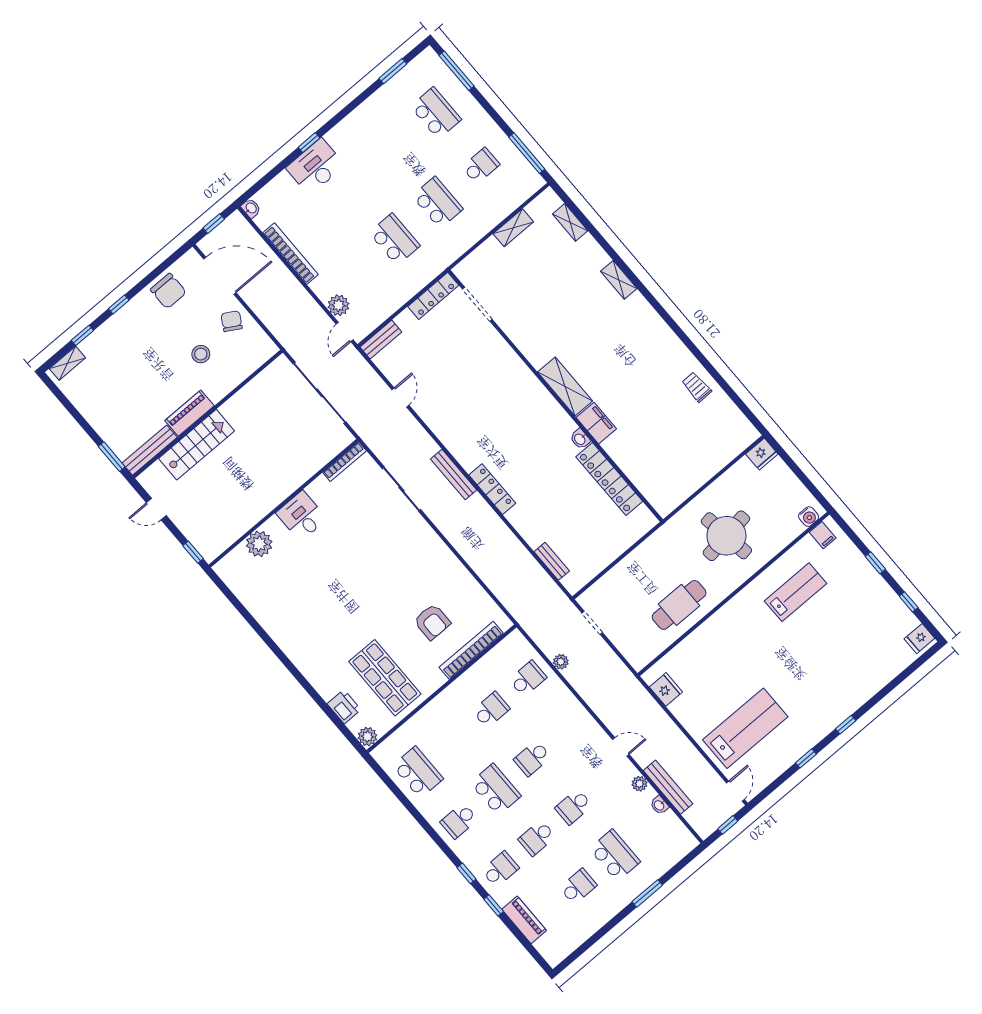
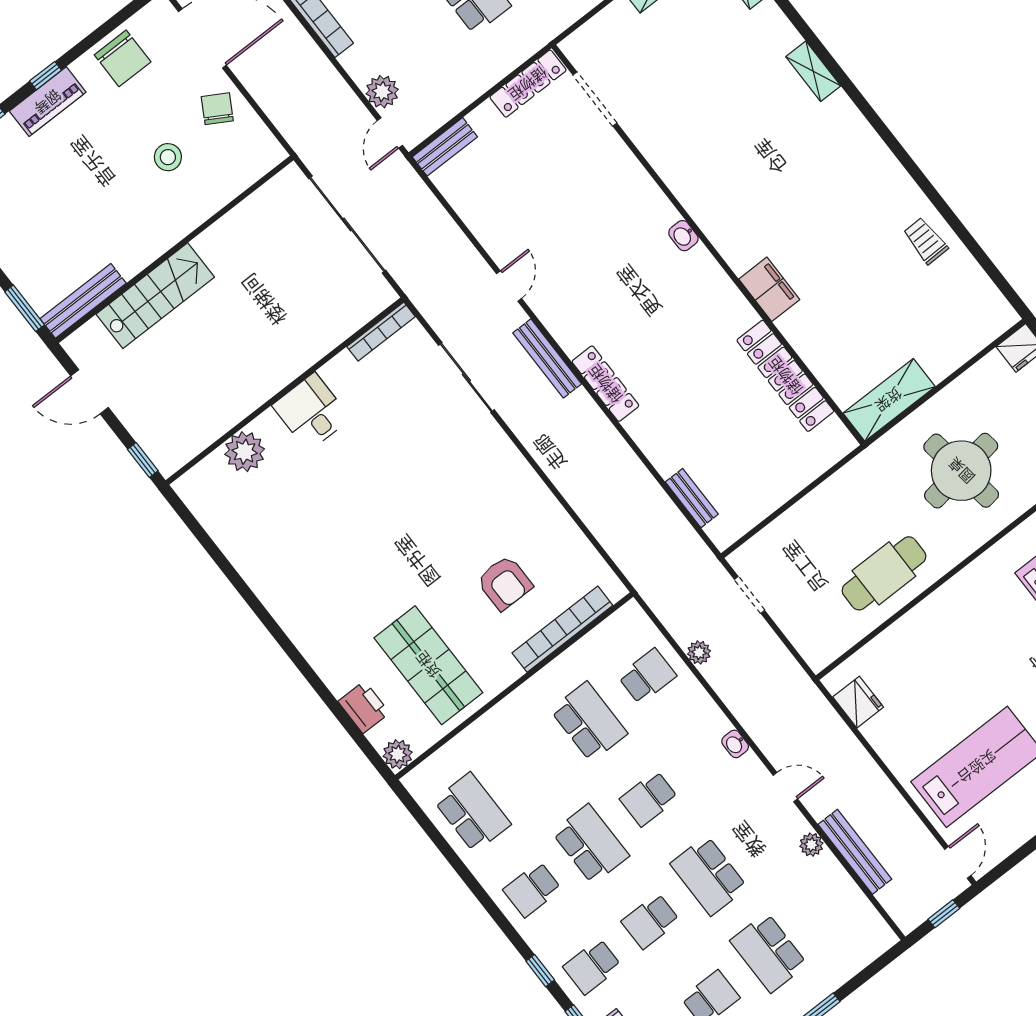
shelving: (565, 386) -> (889, 400), moved, turned 90
door: (400, 397) -> (509, 286), moved
piano: (190, 413) -> (48, 102), moved, turned 180
washbasin: (580, 439) -> (683, 236), moved
door: (156, 509) -> (90, 392), width x1.38
school desk: (491, 710) -> (589, 722), width x1.85
washbasin: (659, 805) -> (735, 744), moved
school desk: (574, 807) -> (709, 876), width x1.85
school desk: (615, 855) -> (769, 953), turned 180
school desk: (500, 869) -> (592, 966), turned 180

